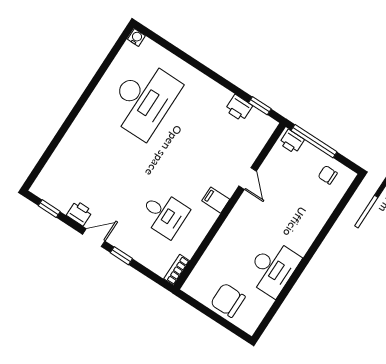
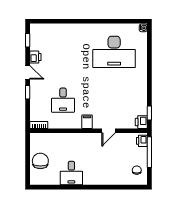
printer: (239, 108) -> (141, 122), moved
desk: (273, 268) -> (71, 173), width x0.73

